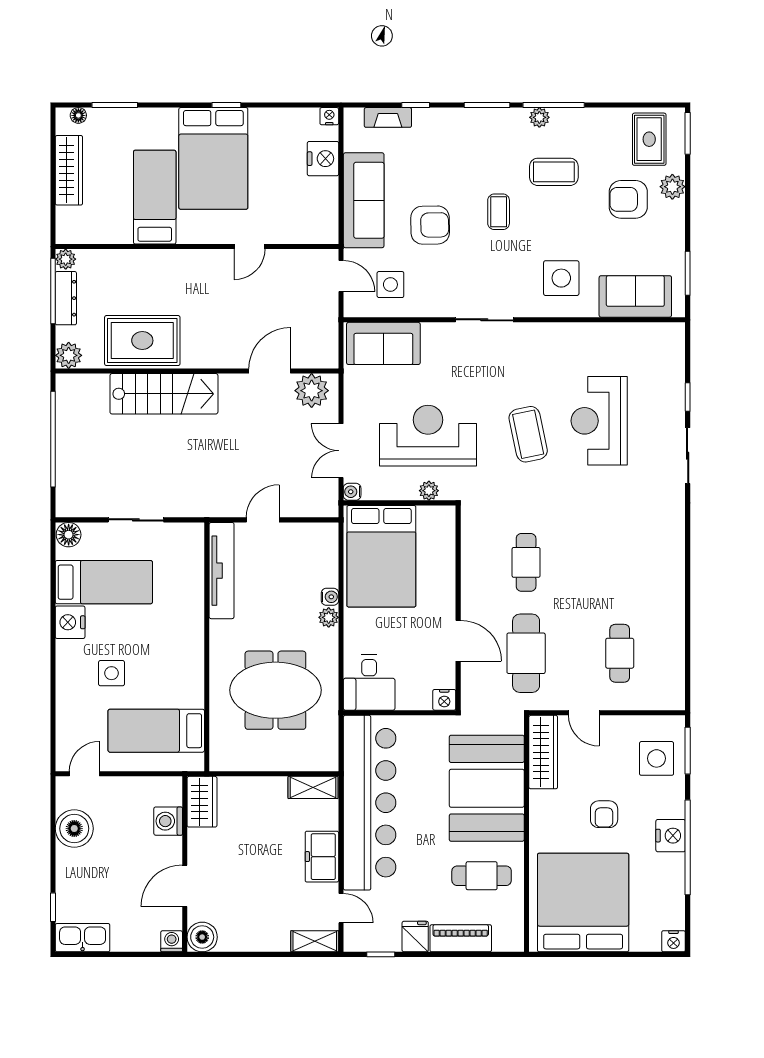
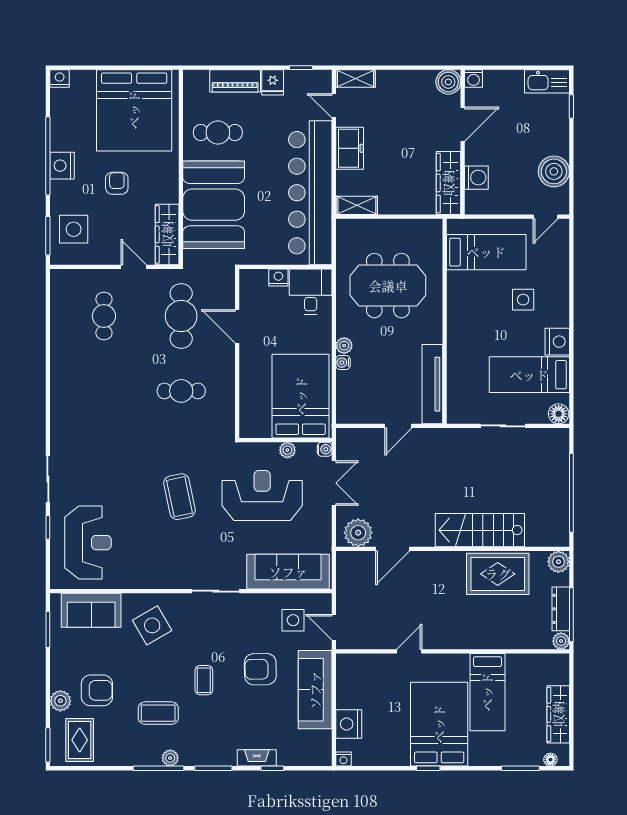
fireplace: (388, 117) -> (257, 758), moved
side table: (561, 278) -> (152, 625), turned -30
sofa: (383, 343) -> (288, 572), width x1.36
reception desk: (599, 421) -> (88, 543), moved
reception desk: (428, 436) -> (262, 496), turned 180
plant: (429, 491) -> (287, 450), moved
cafe table: (526, 562) -> (181, 391), turned 90
nightstand: (444, 700) -> (278, 278), moved
wardrobe: (202, 802) -> (448, 183), width x1.50

